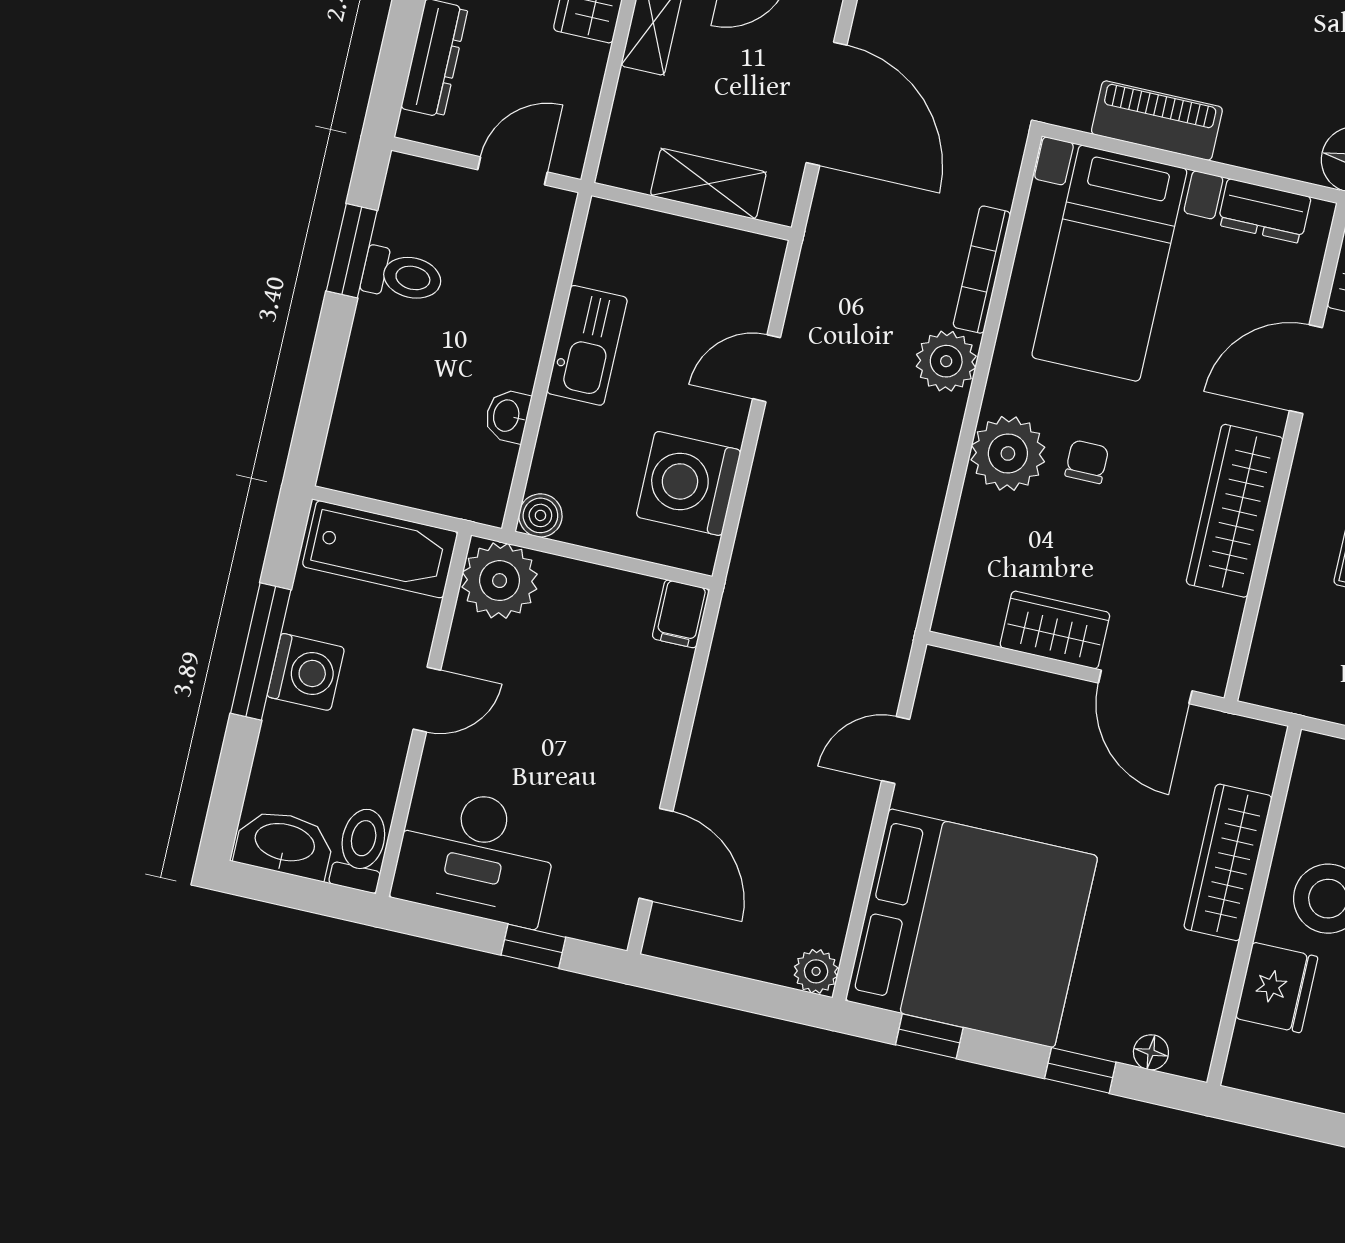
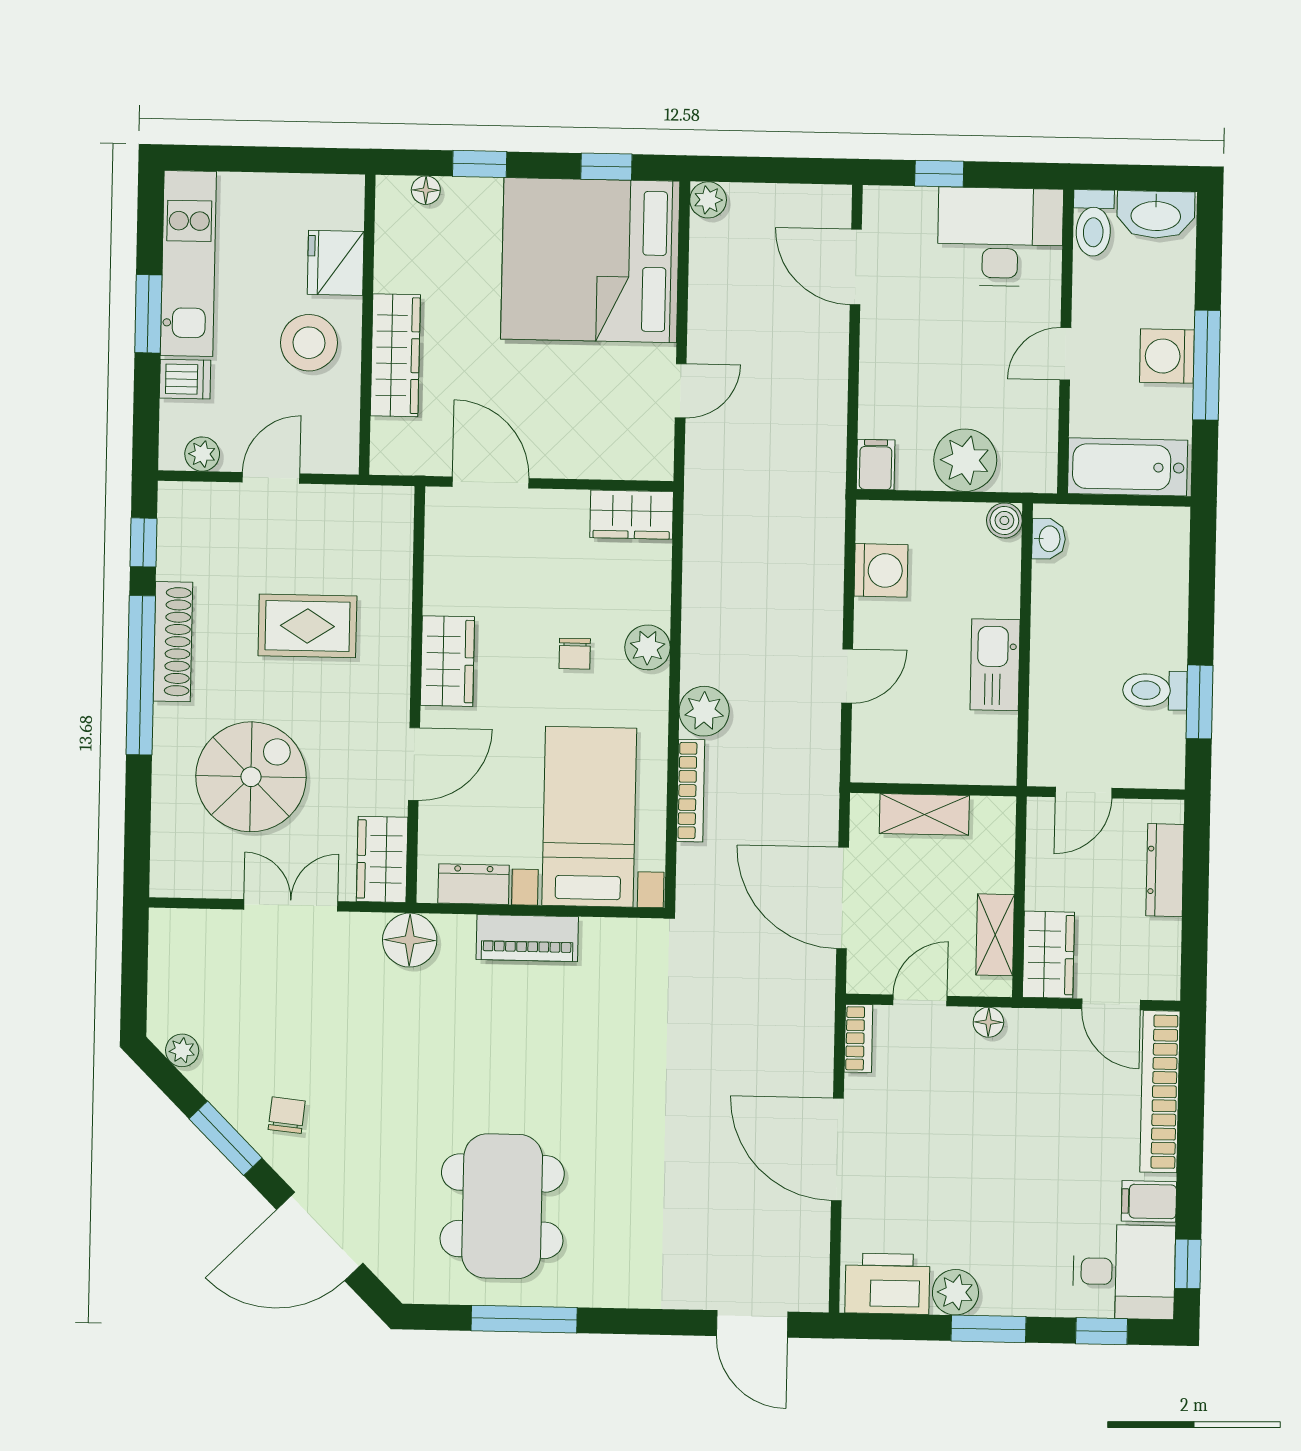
piano: (1157, 121) -> (527, 938), moved
washbasin: (507, 416) -> (1049, 539), moved
plant: (1008, 453) -> (648, 647), width x0.73, depth x0.73
washing machine: (689, 483) -> (881, 570), width x0.73, depth x0.73
wardrobe: (1235, 511) -> (447, 661), width x0.67
plant: (500, 581) -> (965, 460), moved
wardrobe: (1055, 630) -> (632, 515), moved

